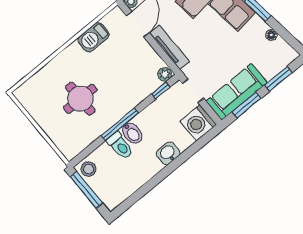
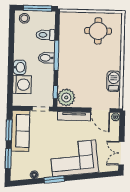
plant: (165, 74) -> (66, 97), width x1.88, depth x1.88
round table: (80, 99) -> (98, 31), moved
washing machine: (198, 123) -> (22, 85), moved, turned 90
toilet: (120, 146) -> (46, 35), moved
stool: (89, 169) -> (24, 18), moved

